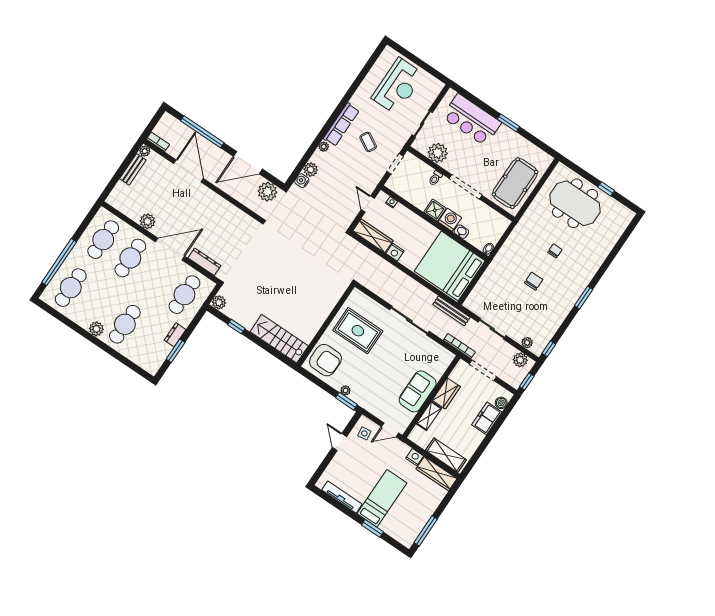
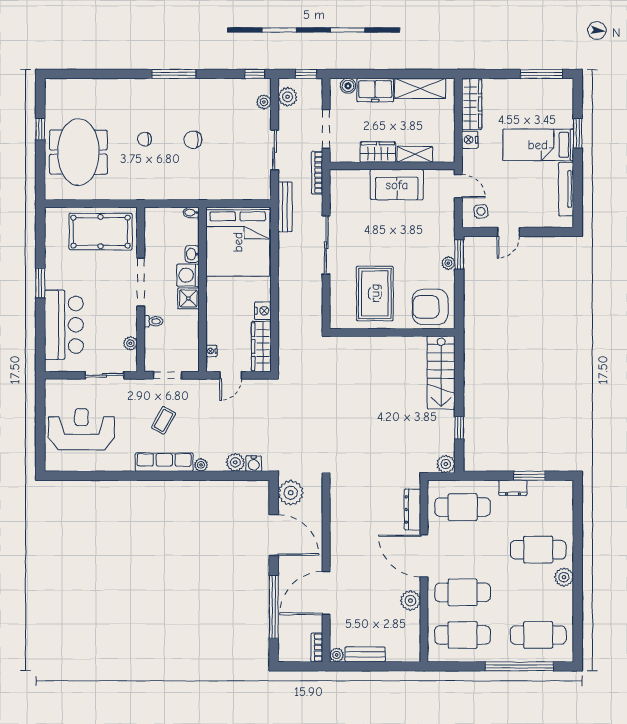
plant: (438, 153) -> (130, 343), width x0.53, depth x0.53
window: (584, 298) -> (174, 74), width x1.44
armchair: (325, 360) -> (430, 307), turned -90
shelving: (446, 455) -> (420, 88), moved, turned 90

